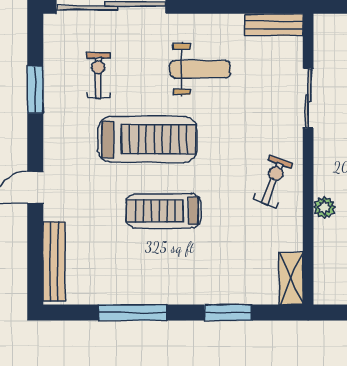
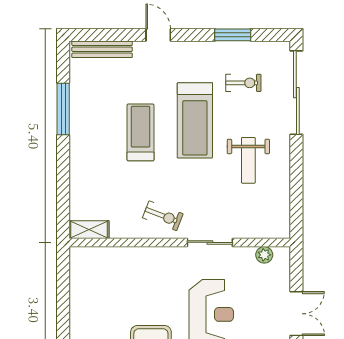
bench: (274, 25) -> (282, 216), removed
sliding door: (308, 98) -> (210, 242), moved
plant: (324, 207) -> (264, 255), moved
window: (228, 313) -> (63, 182), removed

